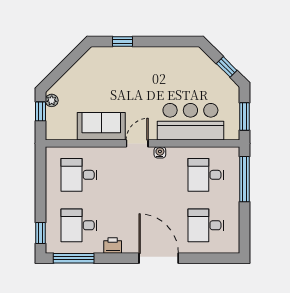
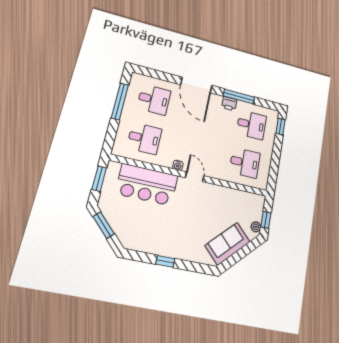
window: (123, 41) -> (165, 261), moved
window: (227, 67) -> (104, 225), width x1.50
sofa: (101, 126) -> (228, 244), moved, turned 135
door: (137, 143) -> (195, 177), swing flipped
window: (244, 179) -> (120, 101), moved
window: (74, 258) -> (239, 97), moved

